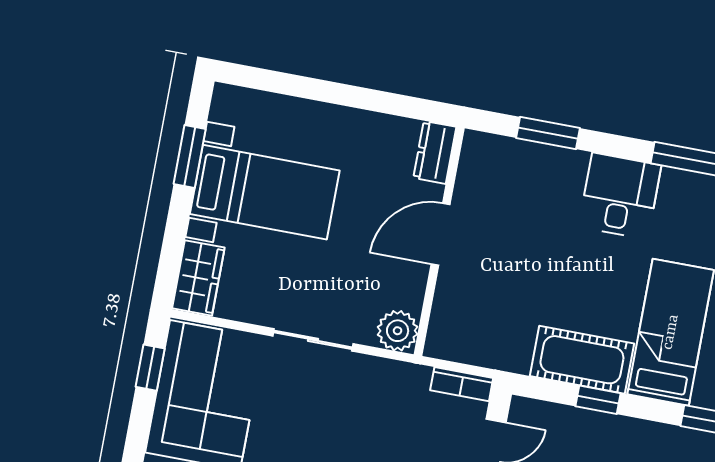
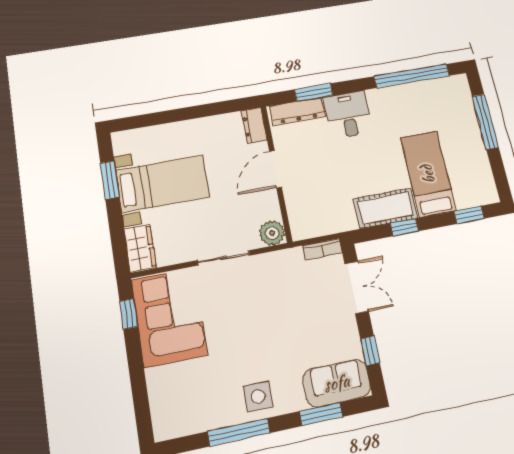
dresser: (510, 154) -> (297, 111), added
desk: (620, 196) -> (348, 115), moved

